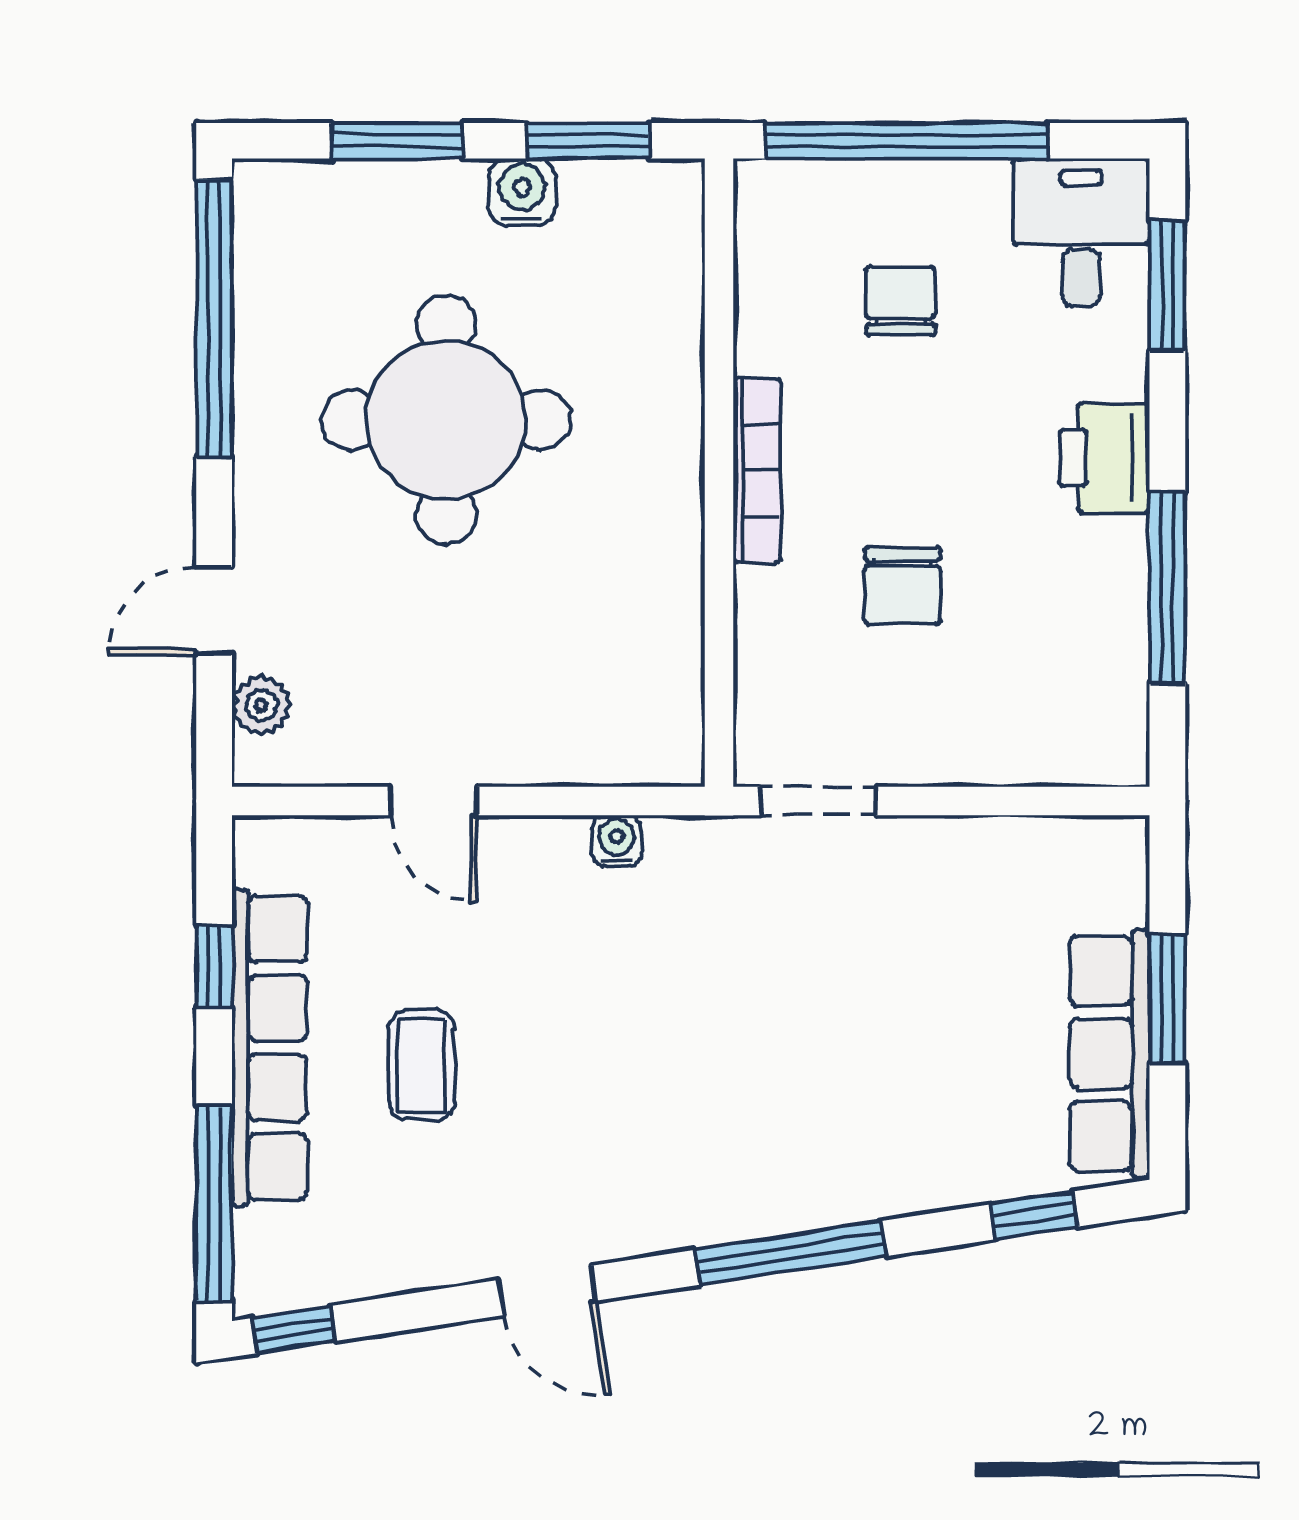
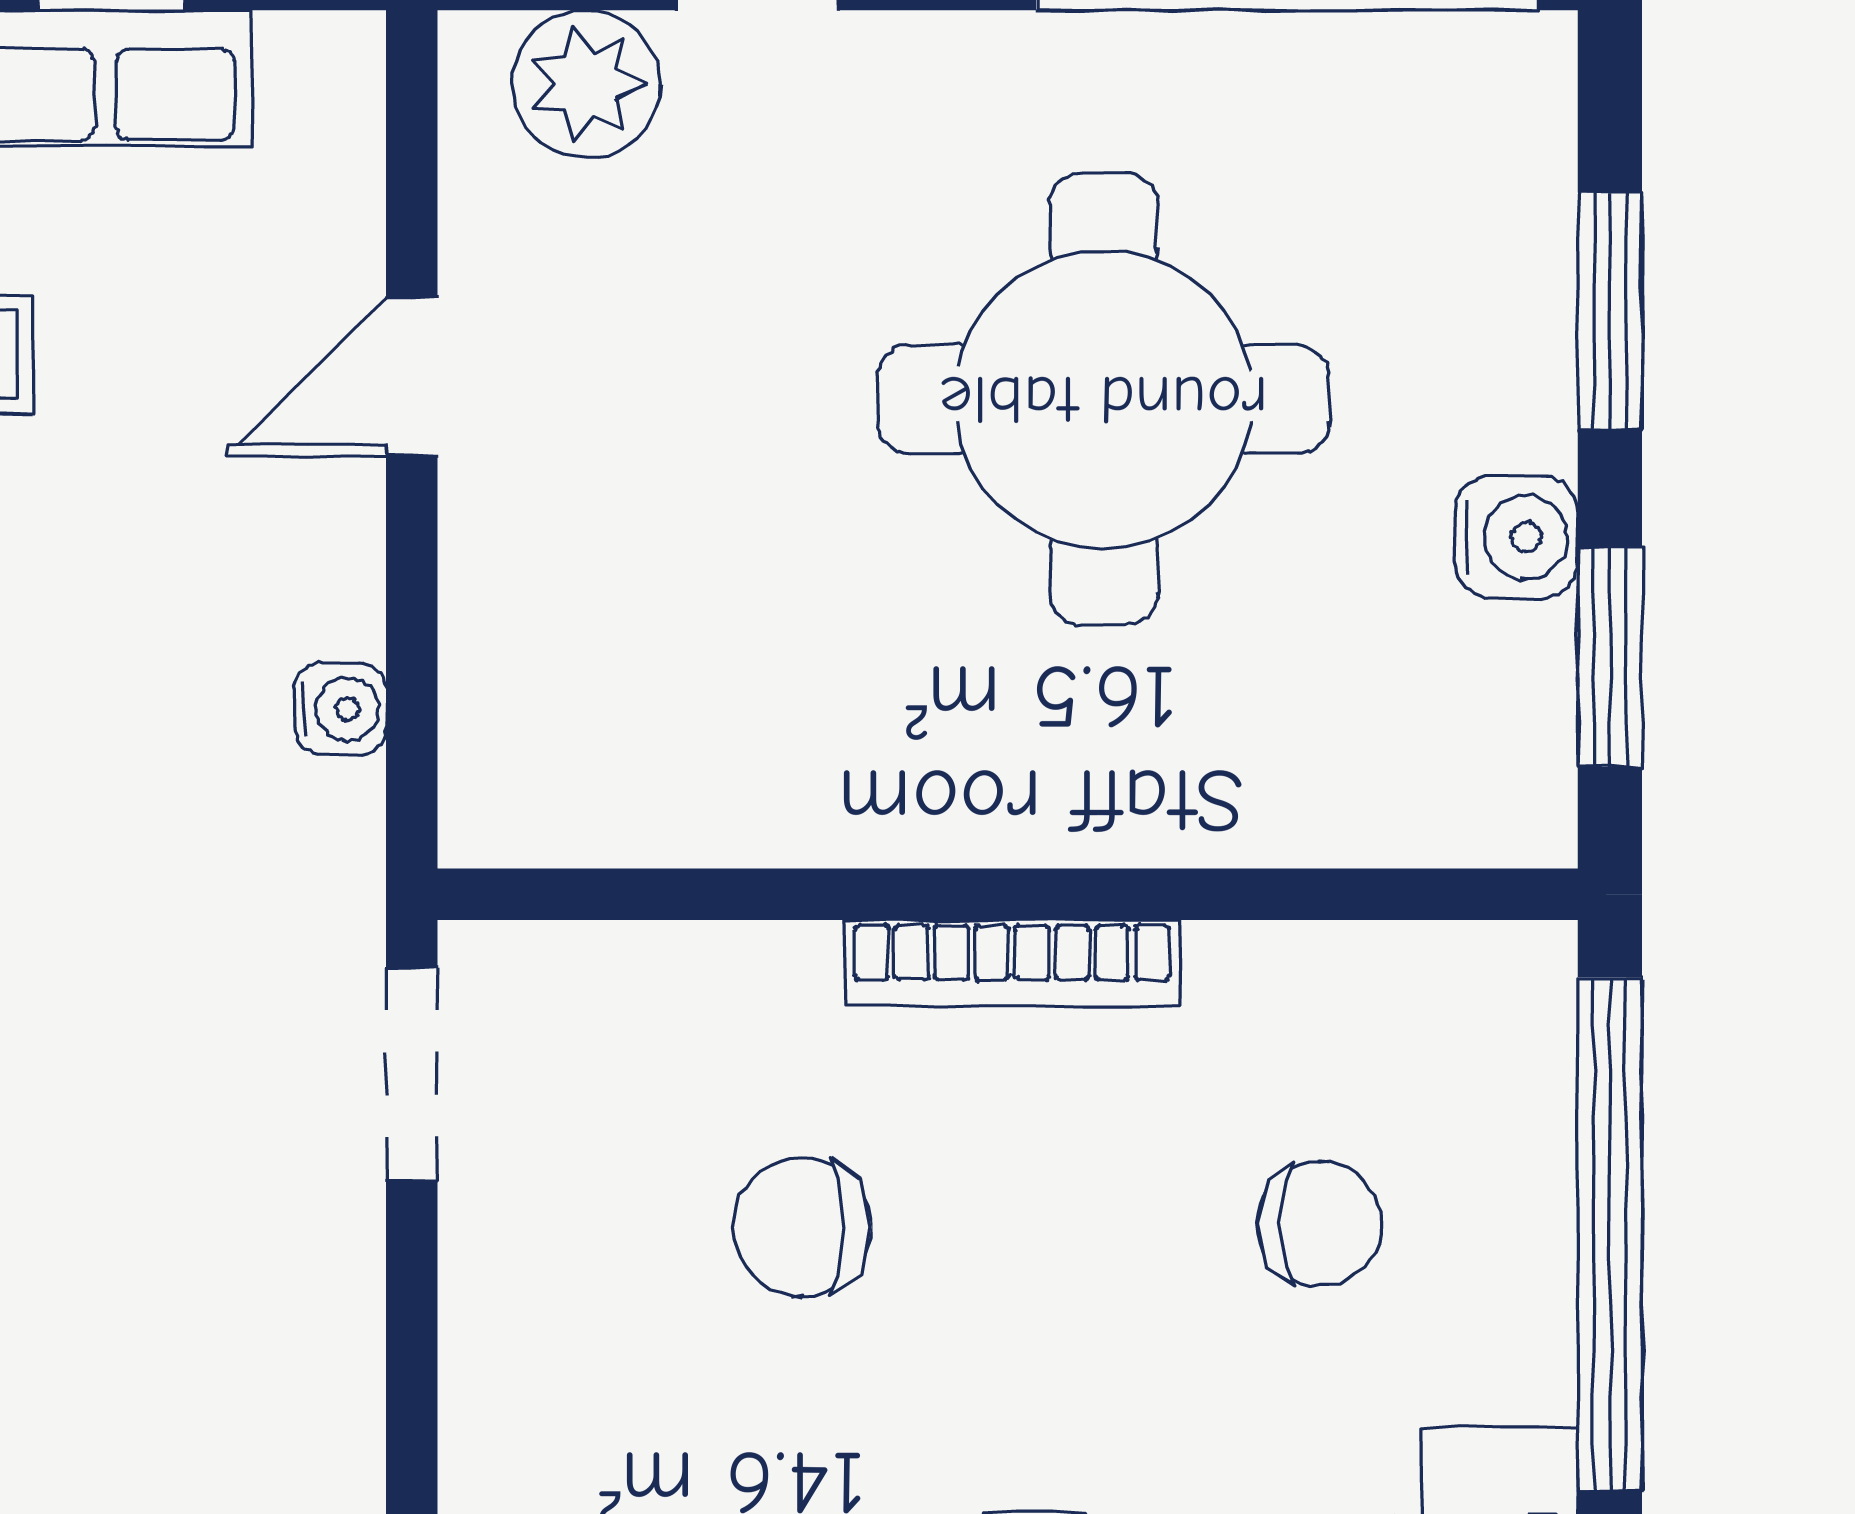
plant: (261, 705) -> (586, 84), width x1.38, depth x1.38

